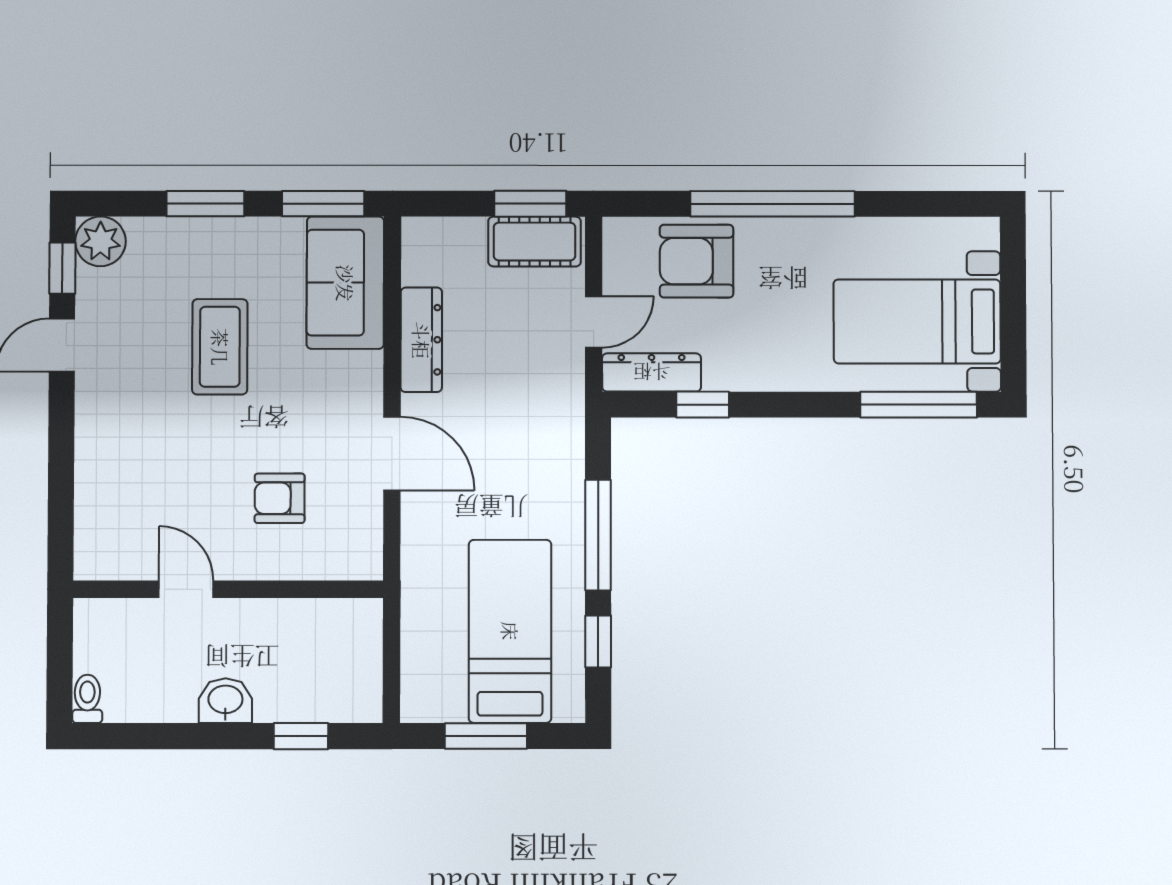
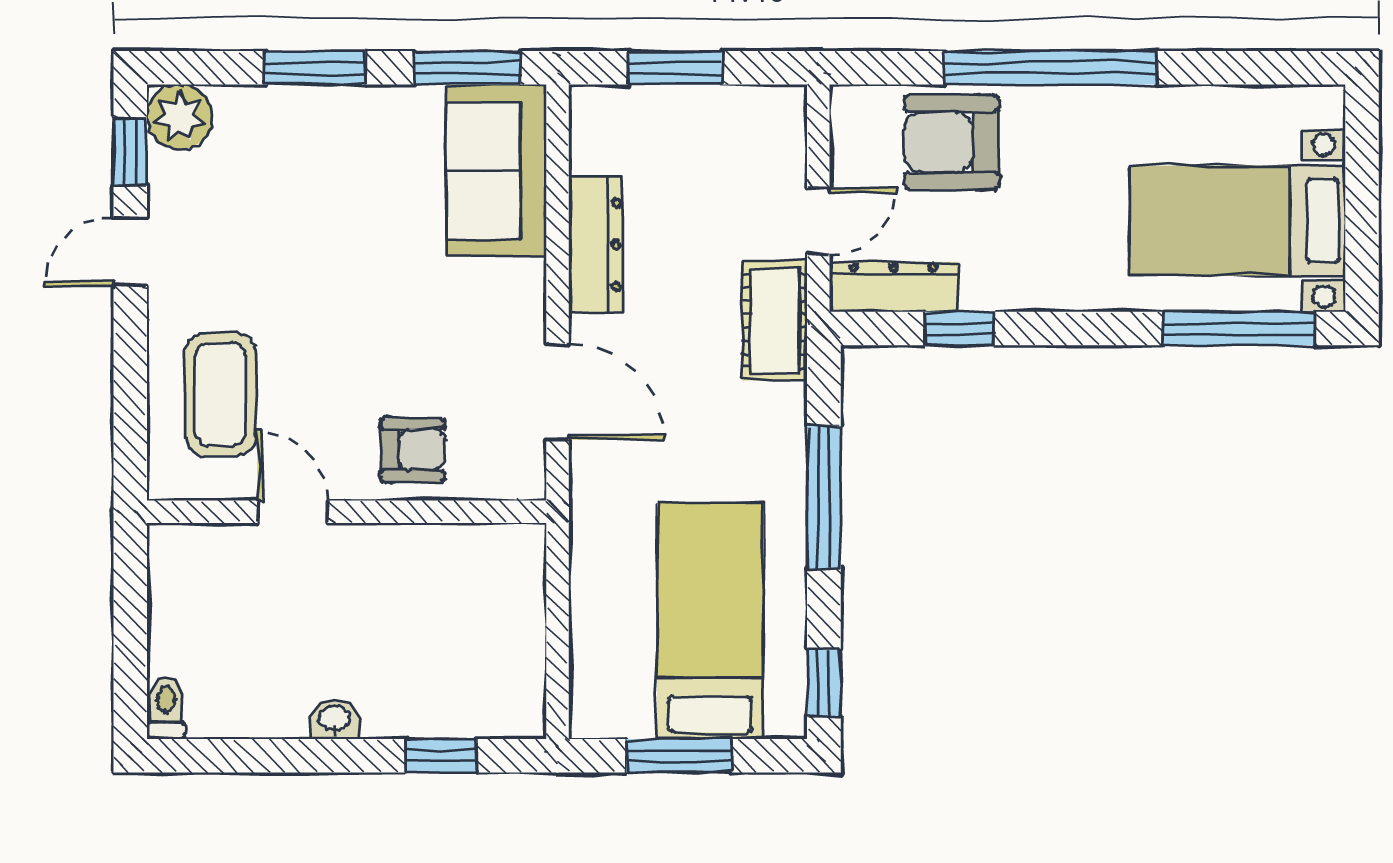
window: (530, 204) -> (675, 68), moved
cot: (535, 242) -> (775, 321), moved, turned 90
coffee table: (220, 347) -> (221, 394), moved
armchair: (280, 498) -> (413, 450), turned 180
door: (186, 589) -> (292, 512), moved
wall: (228, 589) -> (347, 512), moved
window: (598, 642) -> (824, 683), moved
washbasin: (225, 701) -> (334, 719), width x0.72, depth x0.69

